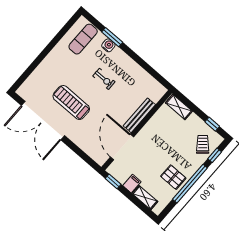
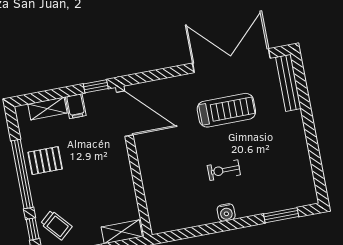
window: (112, 37) -> (281, 215), moved
exercise mat: (83, 39) -> (290, 183), removed
water cooler: (108, 45) -> (226, 212), moved
bench: (139, 115) -> (288, 83), moved
door: (122, 147) -> (125, 114), moved

